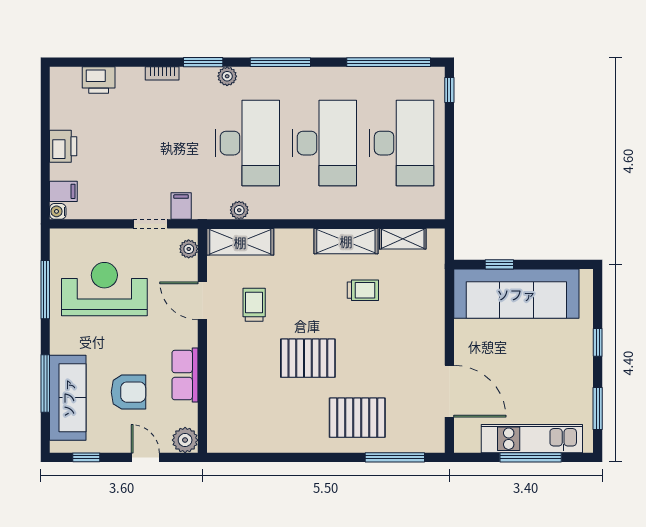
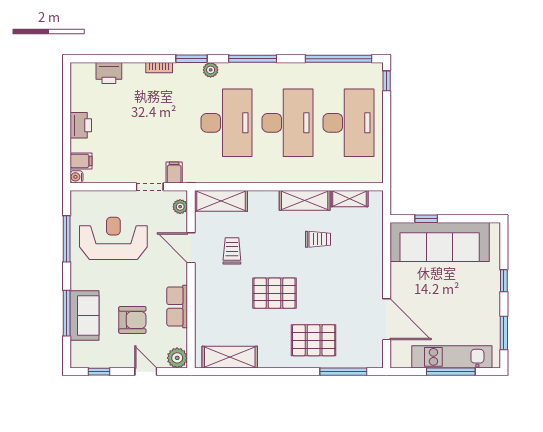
plant: (239, 210) -> (220, 176), removed
sofa: (68, 398) -> (84, 315), width x0.73
shelving: (251, 439) -> (230, 357), added

